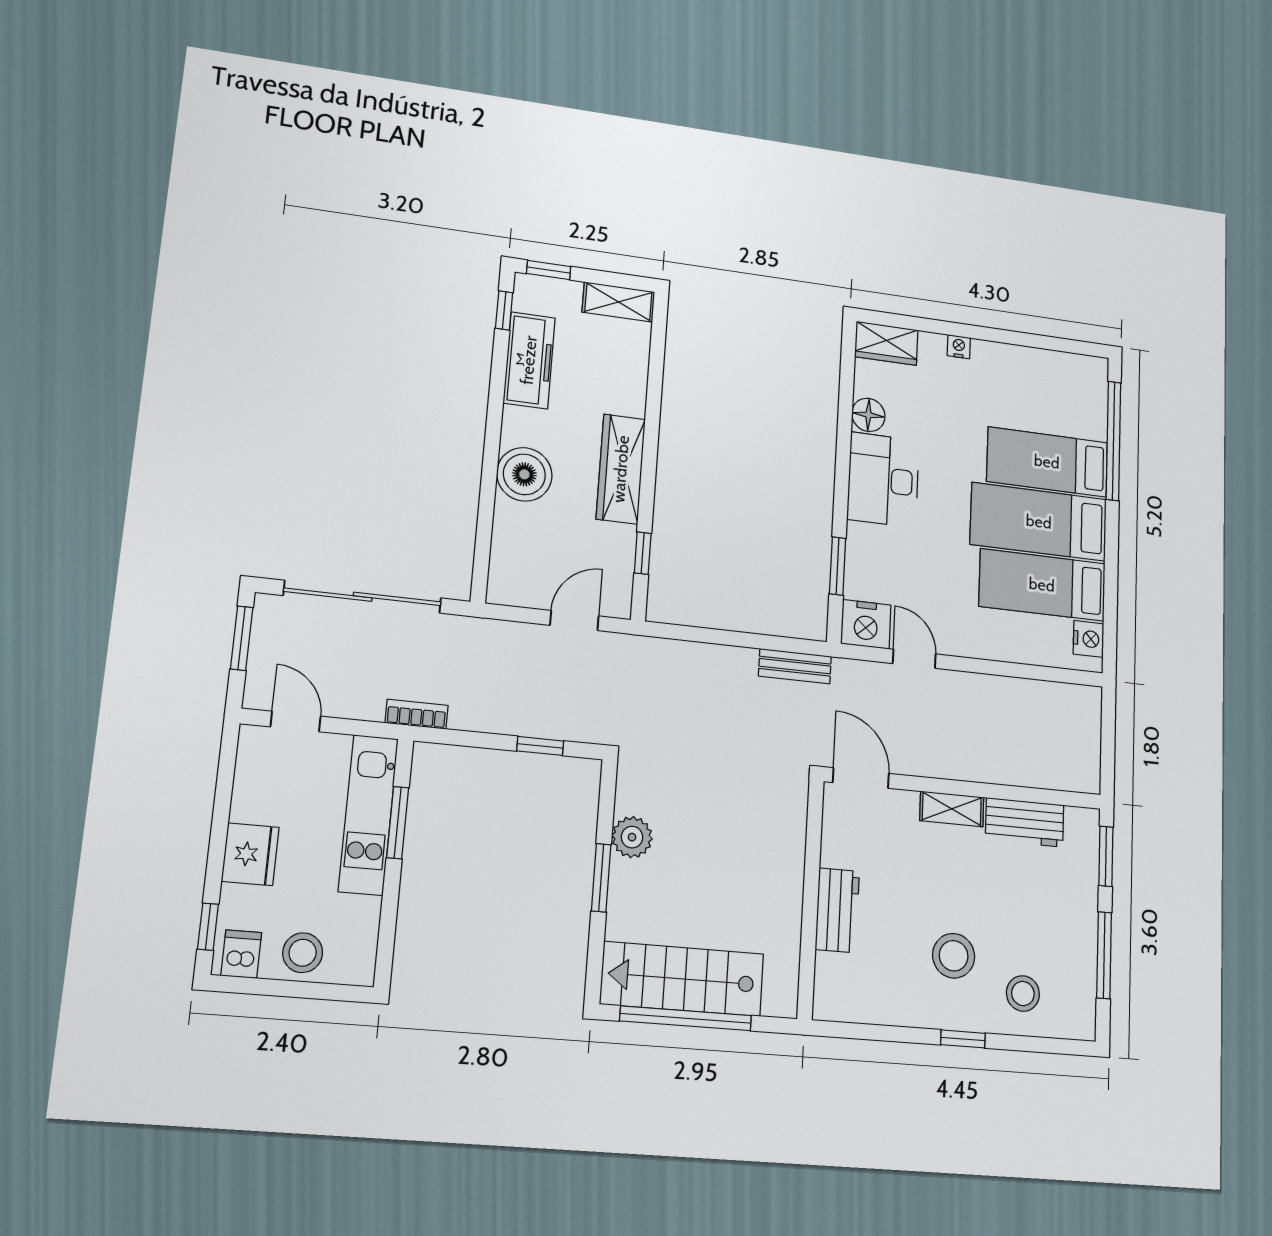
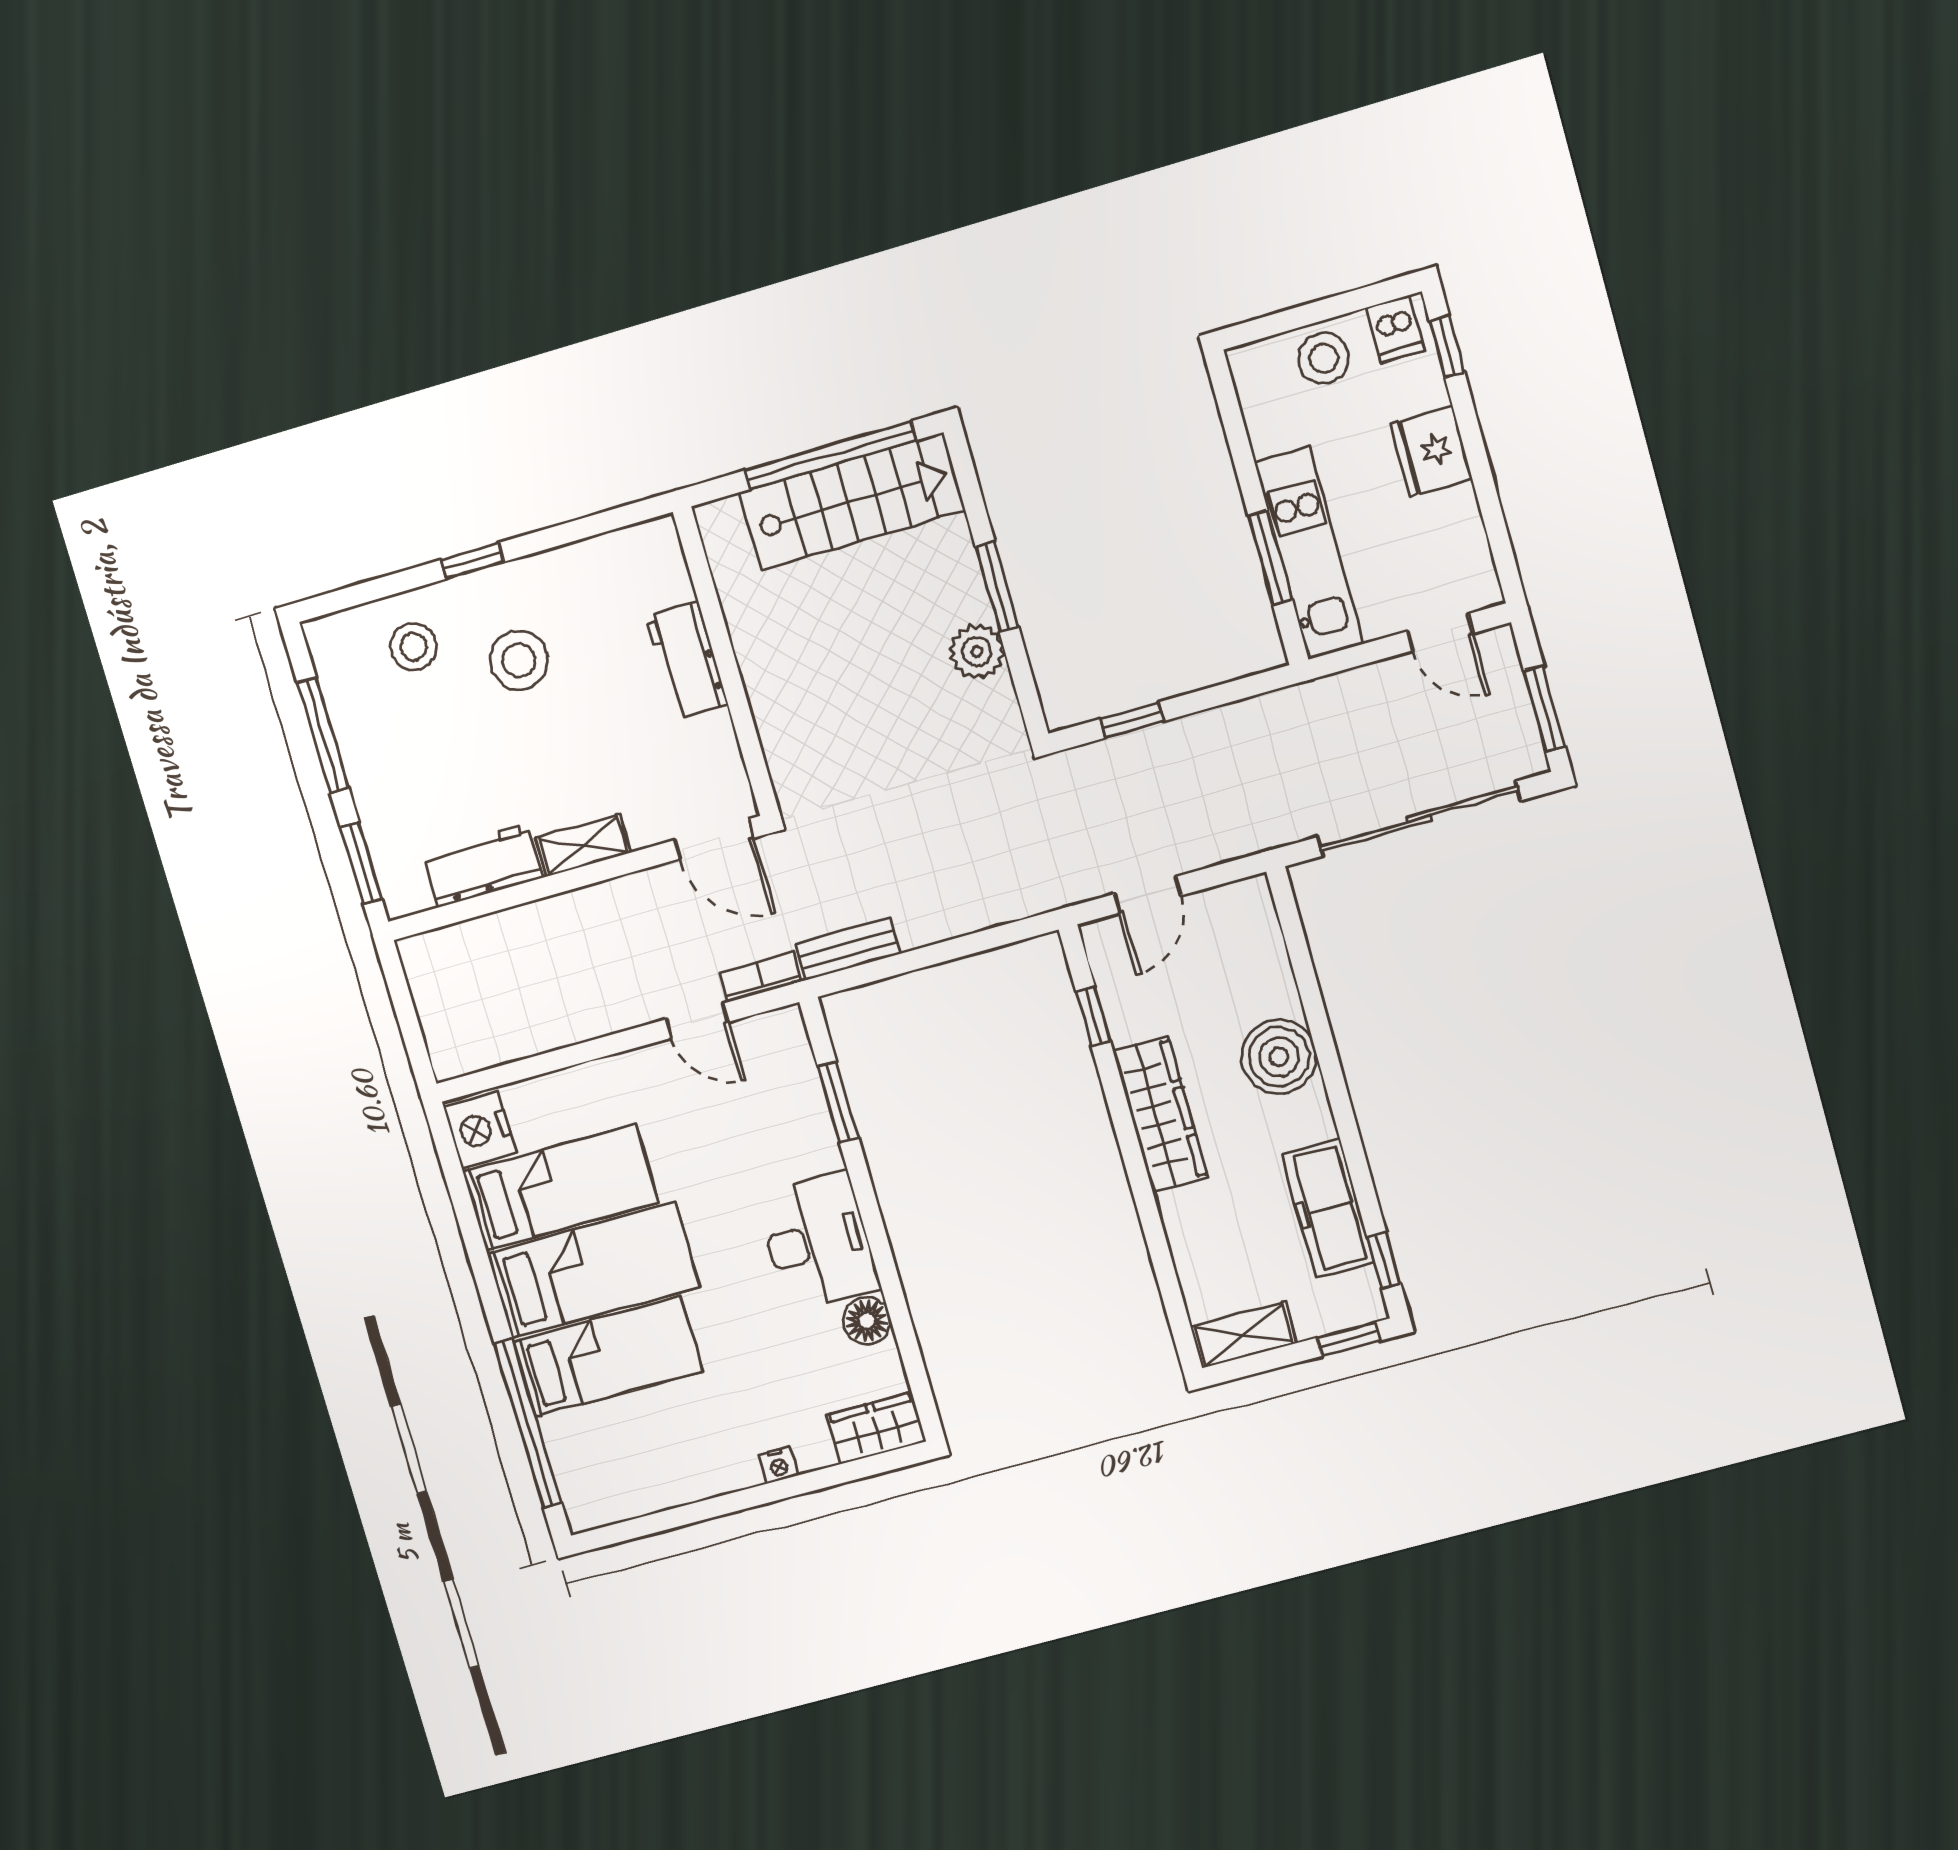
nightstand: (866, 624) -> (775, 1040), removed
nightstand: (1089, 639) -> (480, 1130), width x1.36, depth x1.33
bookcase: (417, 714) -> (761, 977), moved, turned 180

